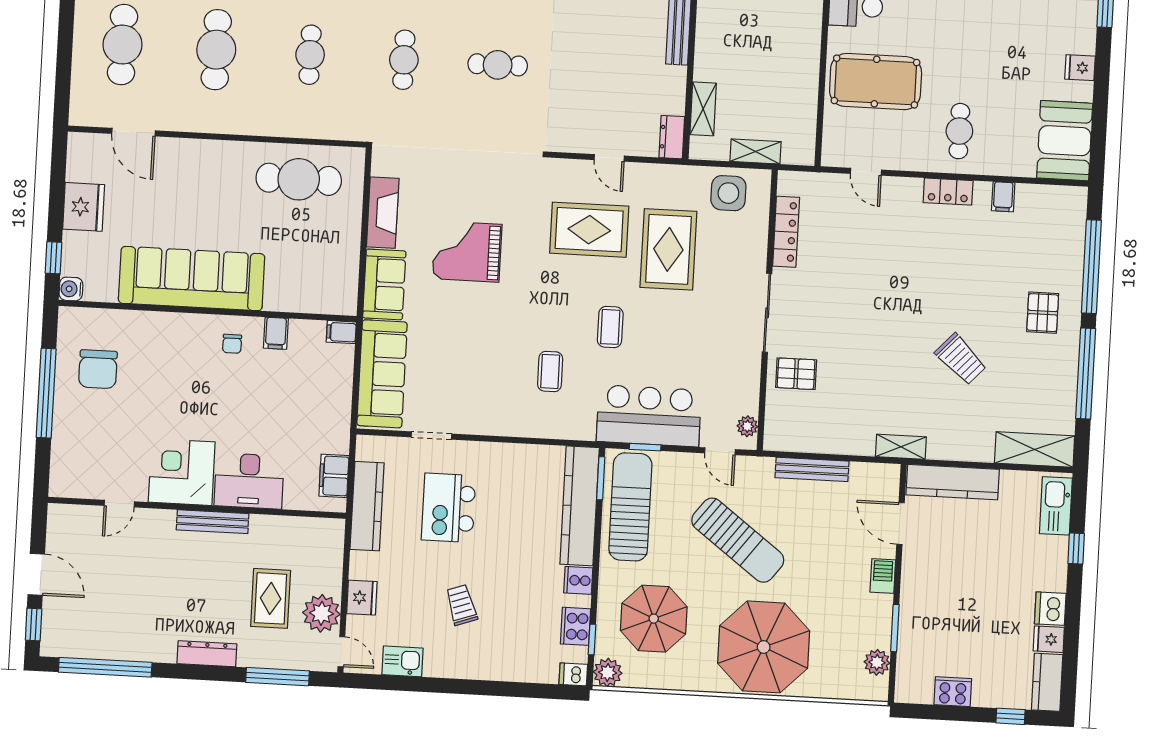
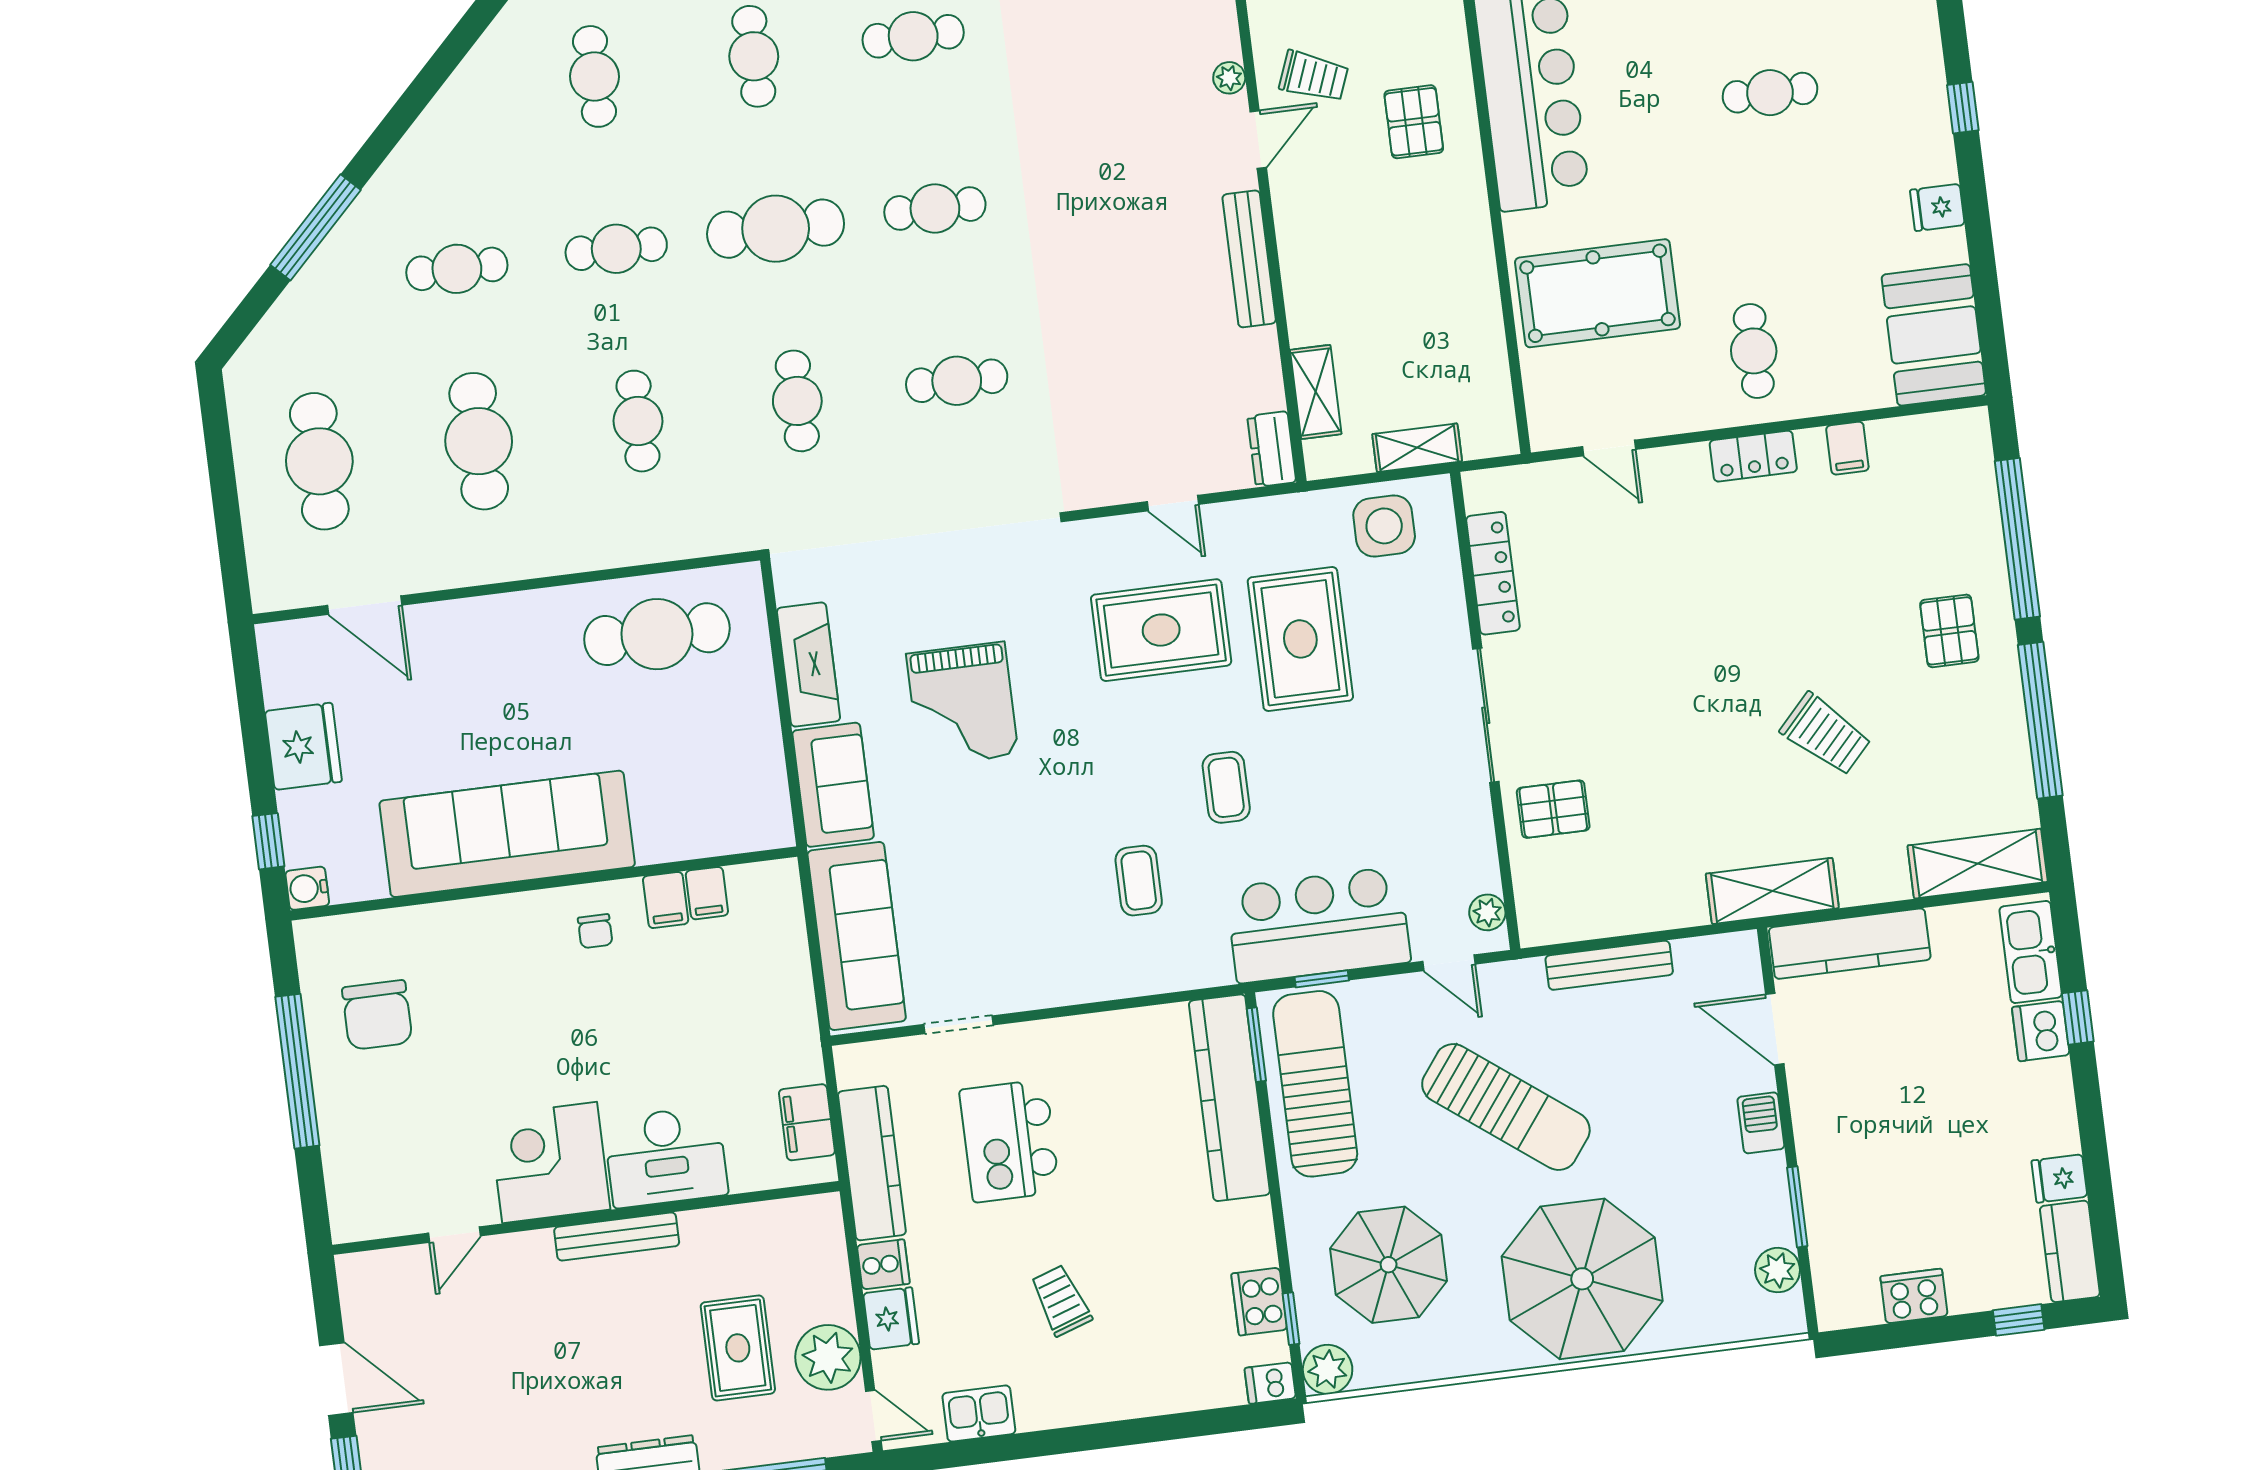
grand piano: (467, 252) -> (962, 704), turned -90
filing cabinet: (341, 332) -> (707, 893), moved, turned -90
shelving: (901, 447) -> (1772, 891), width x1.50, depth x1.33
cooker: (578, 580) -> (883, 1264), moved, turned 180
dishwasher: (1050, 609) -> (2041, 1031), moved

